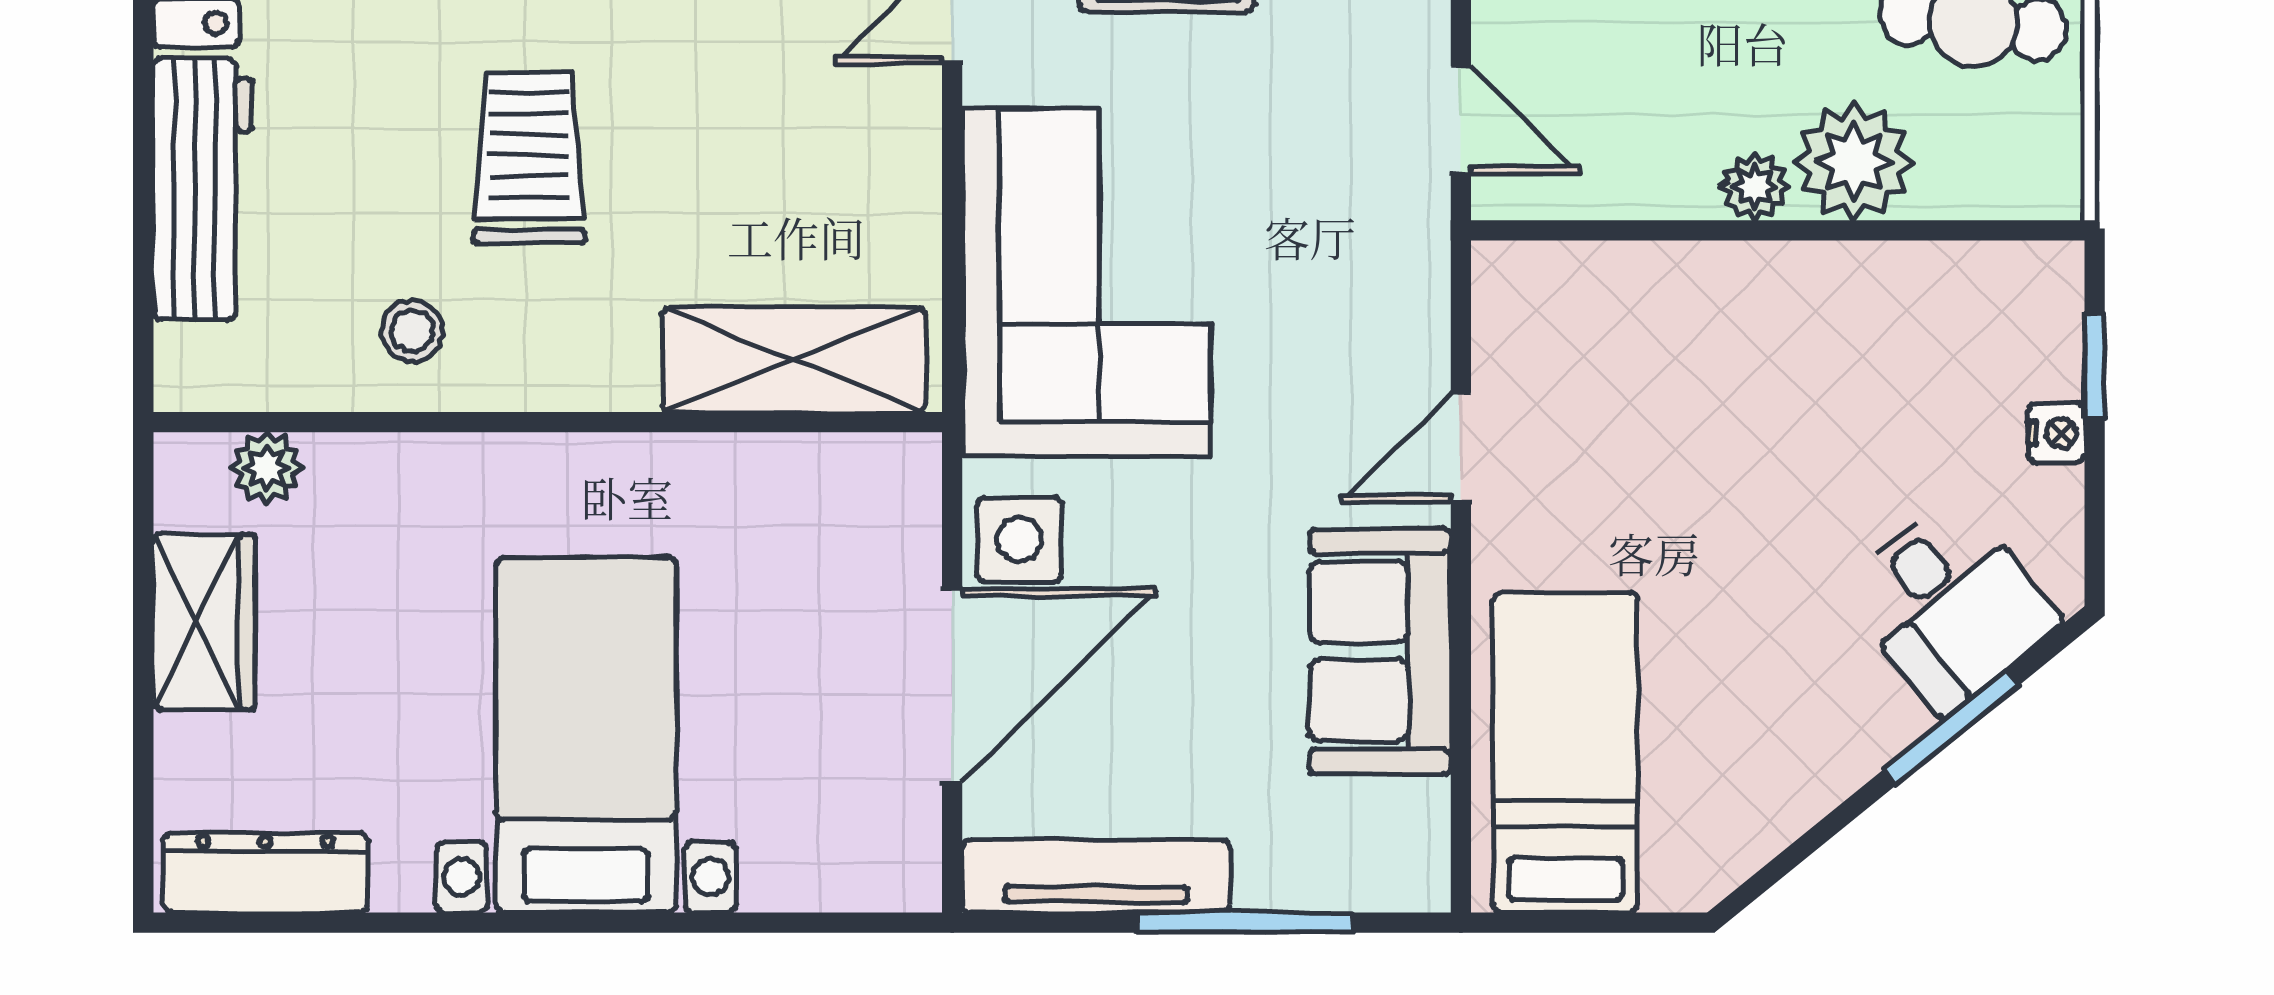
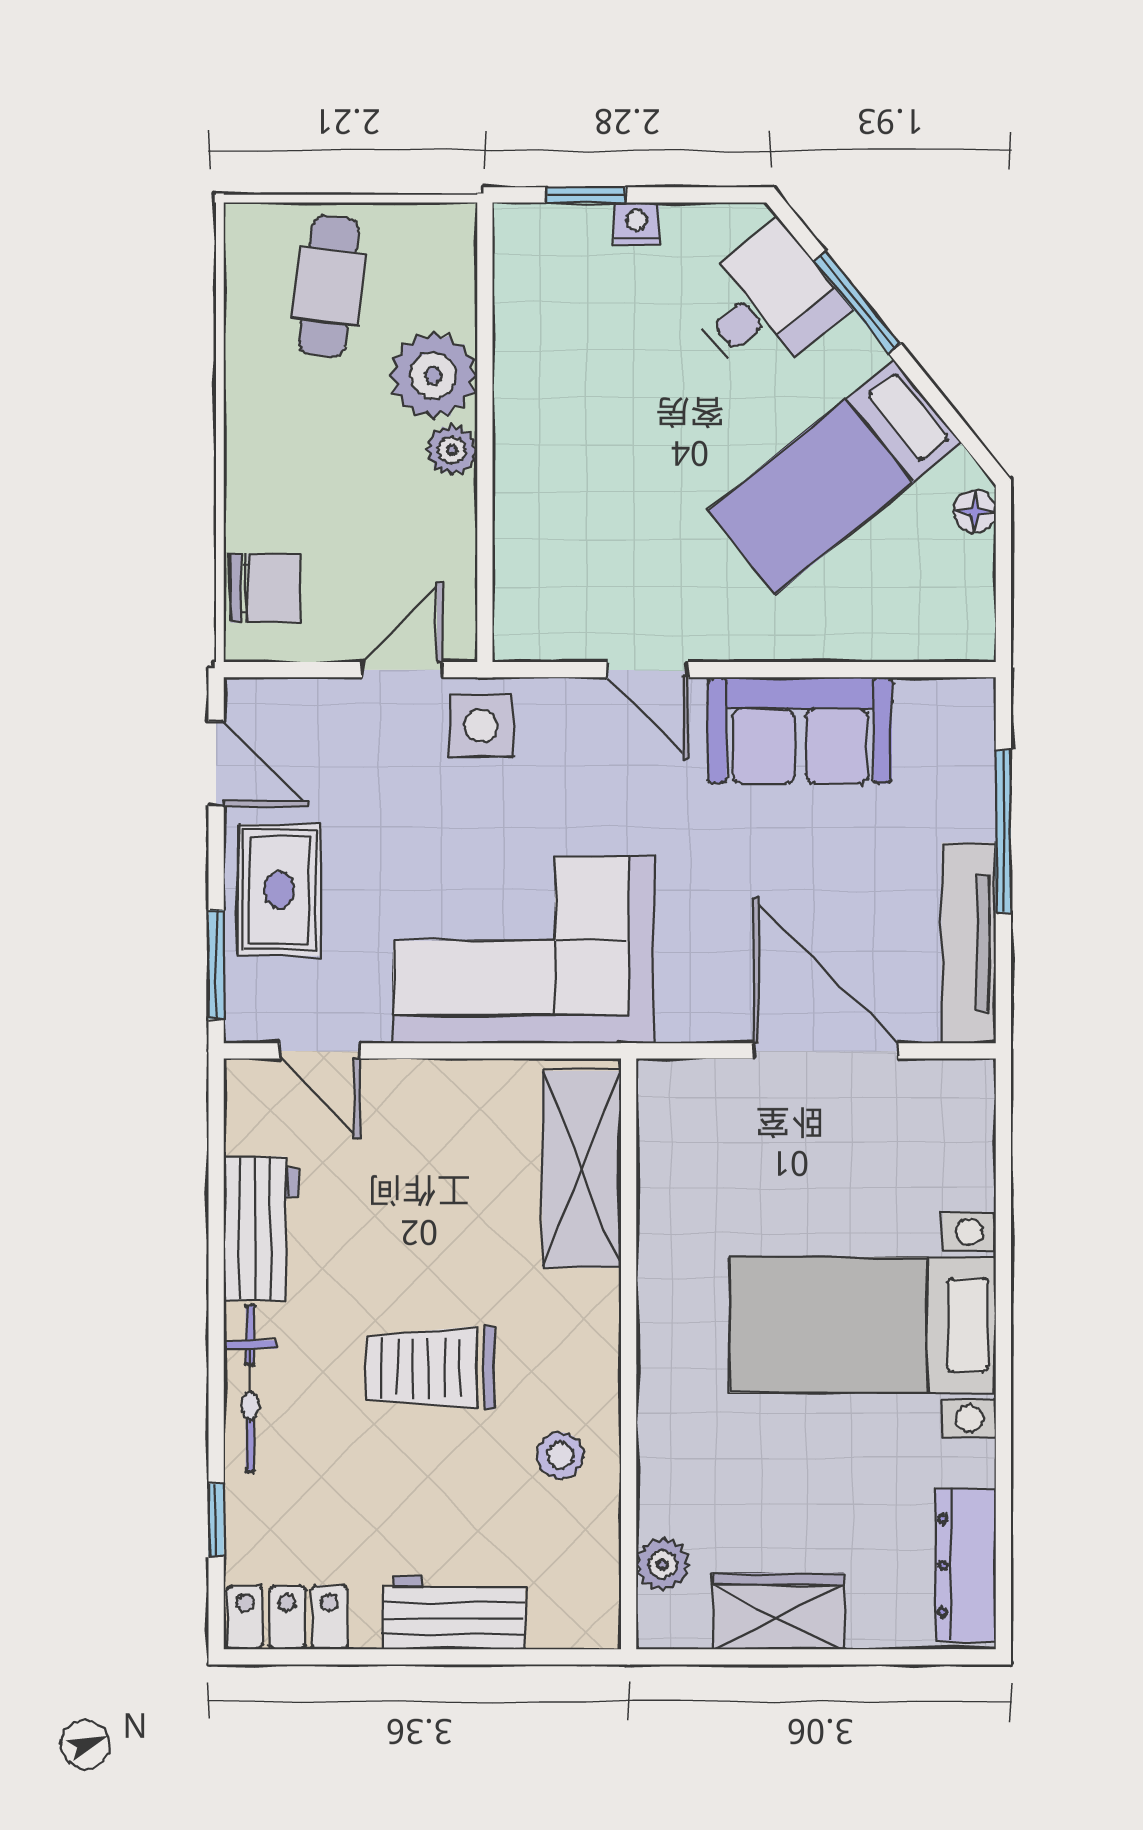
workbench: (202, 189) -> (454, 1613), width x0.73
side table: (1019, 540) -> (481, 726), moved
bed: (1565, 752) -> (835, 477), moved, turned -39
floor lamp: (1672, 884) -> (975, 511), added

